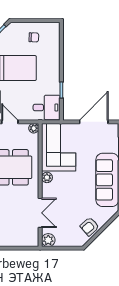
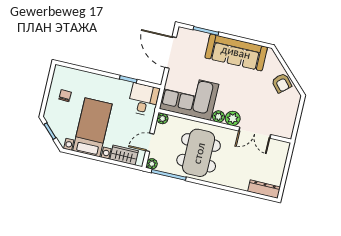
double door: (40, 213) -> (255, 133), swing flipped
plant: (48, 240) -> (233, 118), moved

